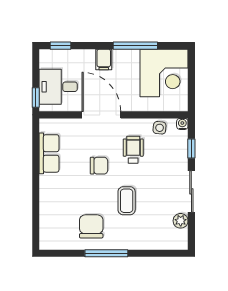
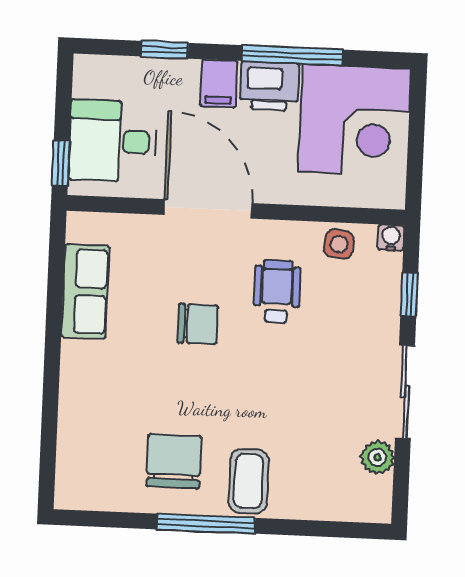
window: (60, 46) -> (164, 50), moved
printer: (126, 60) -> (270, 86), added
coffee table: (127, 201) -> (249, 481), moved

